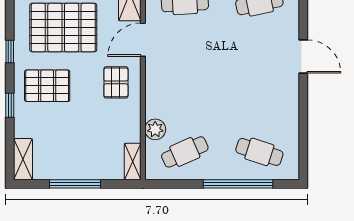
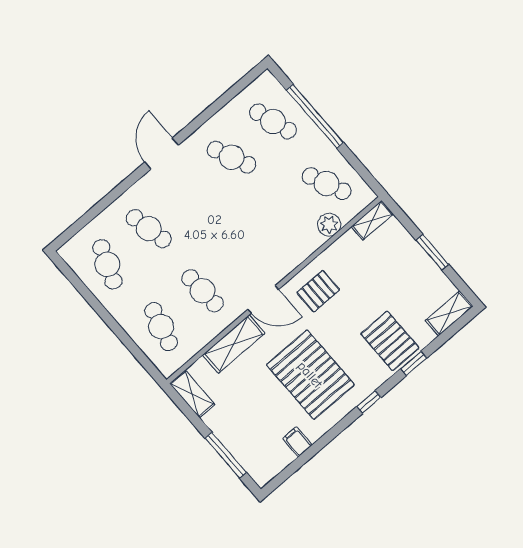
pallet: (47, 86) -> (390, 341), moved
cafe table: (259, 102) -> (232, 157), added
cafe table: (259, 152) -> (273, 121), turned -36
window: (75, 184) -> (432, 252), width x0.69

